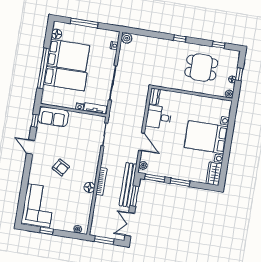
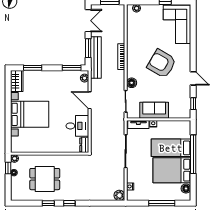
window: (218, 45) -> (48, 203), moved
window: (239, 74) -> (8, 168), moved
sofa: (53, 117) -> (154, 110), moved
armchair: (61, 168) -> (162, 64), width x1.88, depth x1.88
window: (180, 182) -> (33, 68), moved
floor lamp: (90, 187) -> (132, 83), moved

